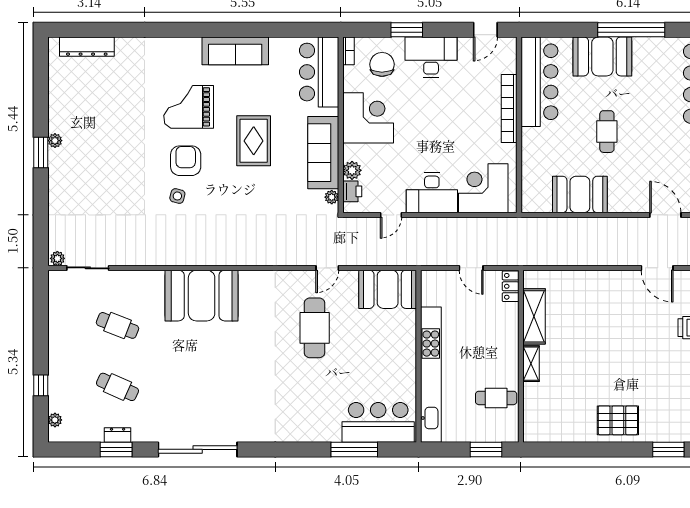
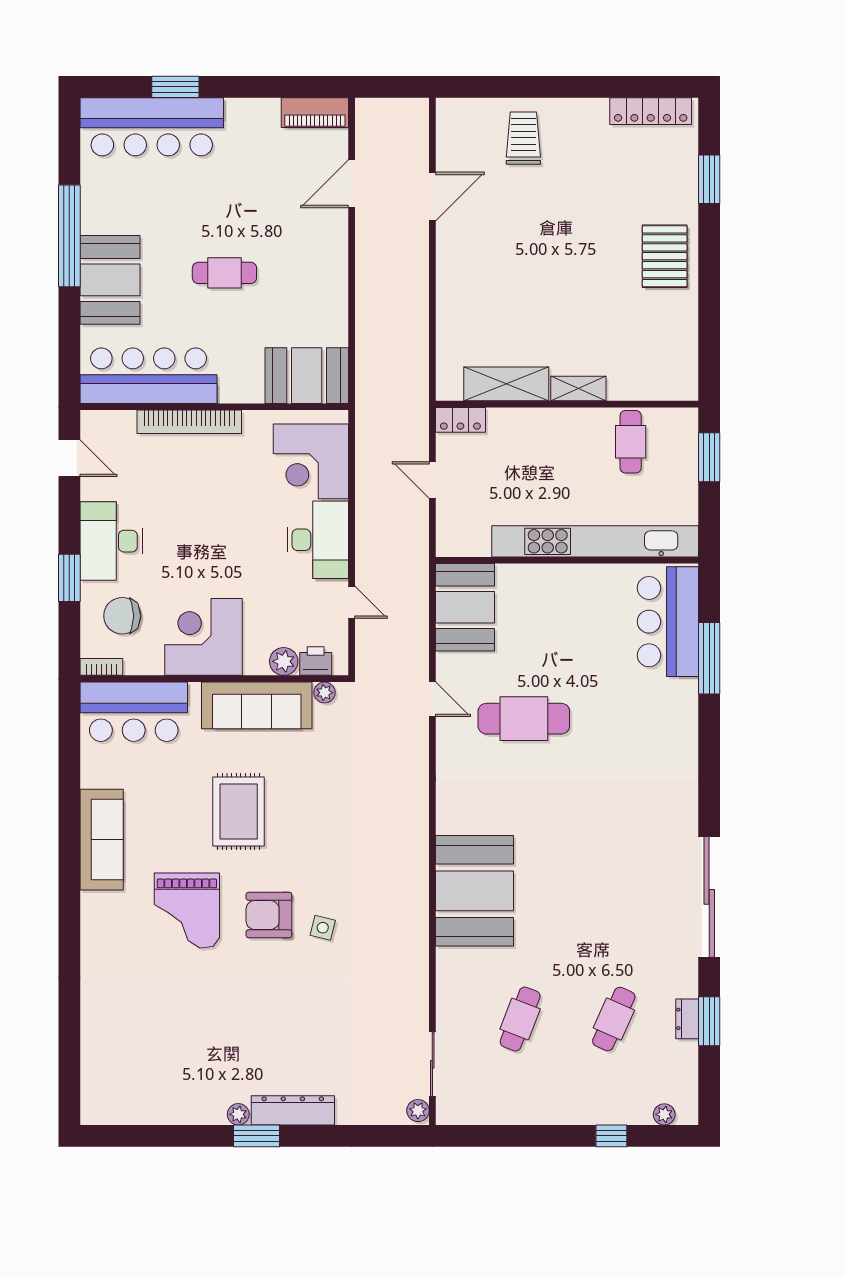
dresser: (87, 47) -> (293, 1110), moved, turned -90
rug: (254, 141) -> (239, 812), turned 90
booth: (580, 194) -> (307, 376), moved, turned 90
door: (471, 268) -> (432, 480), swing flipped

